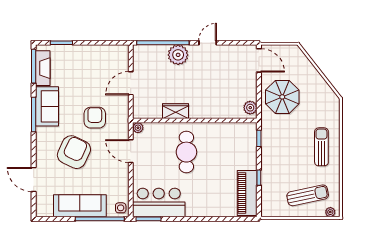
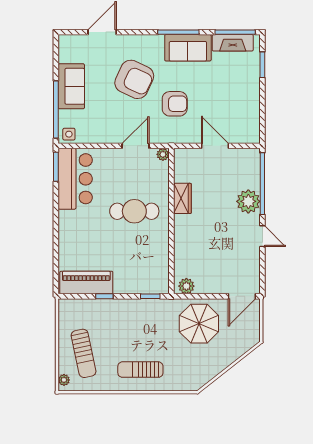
sun lounger: (321, 147) -> (140, 370), turned 180
sofa: (80, 206) -> (71, 86), width x0.73

